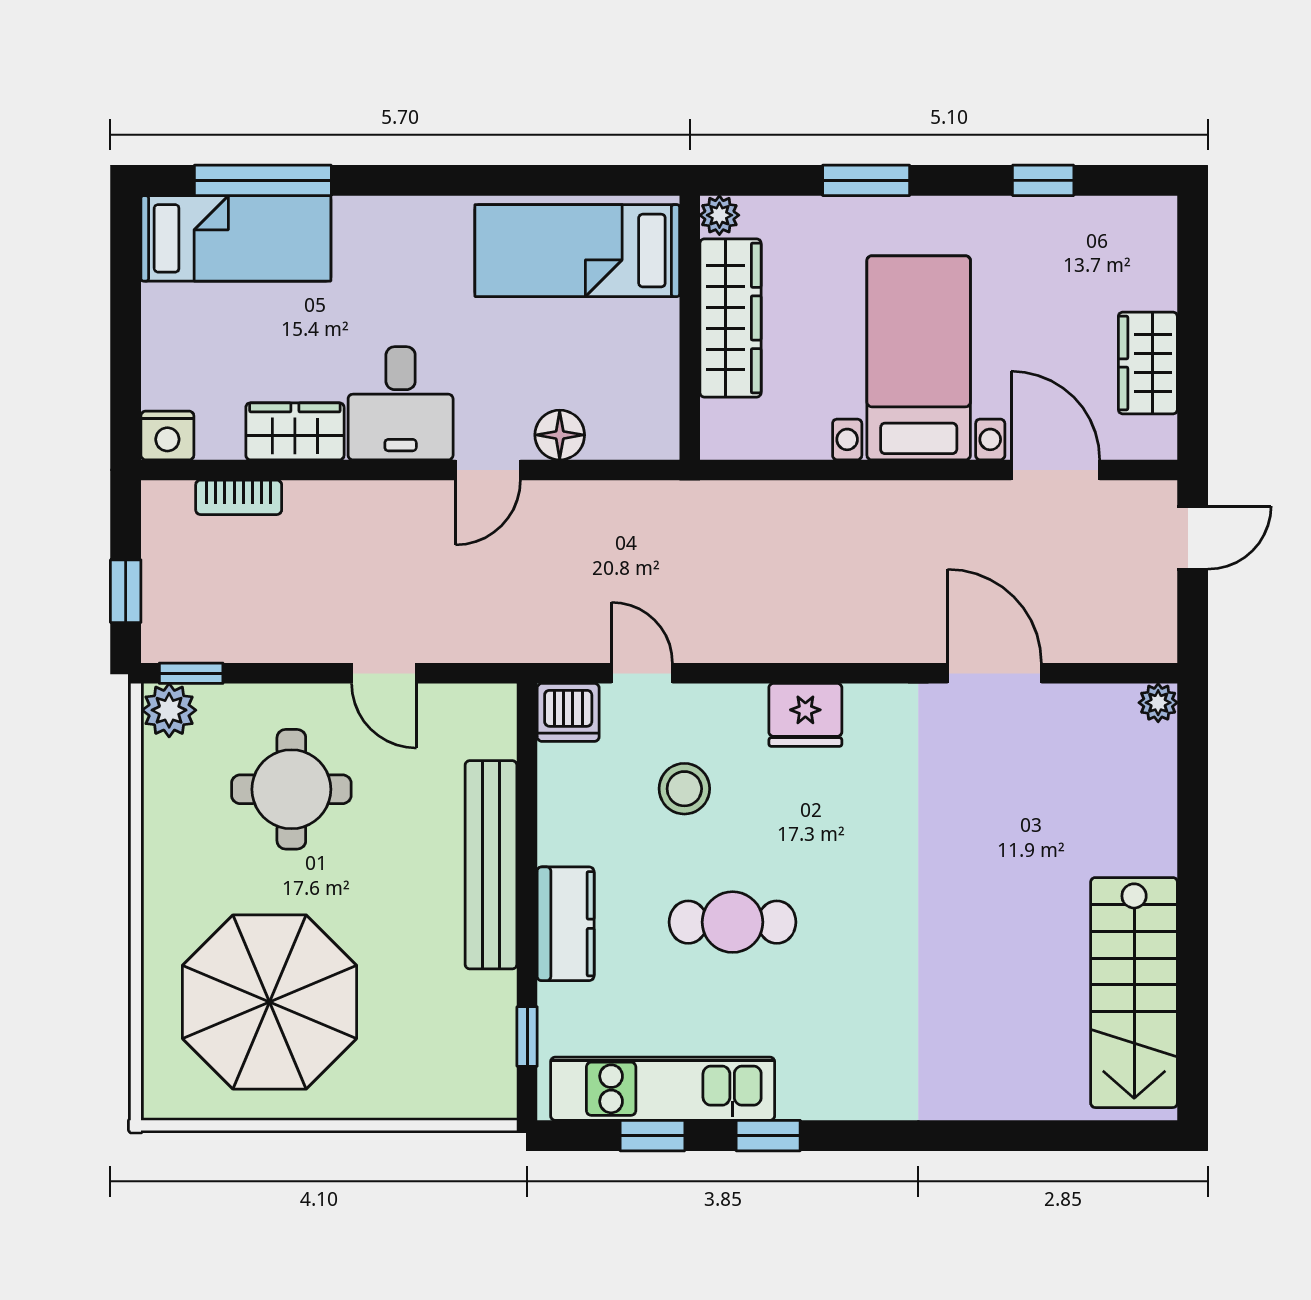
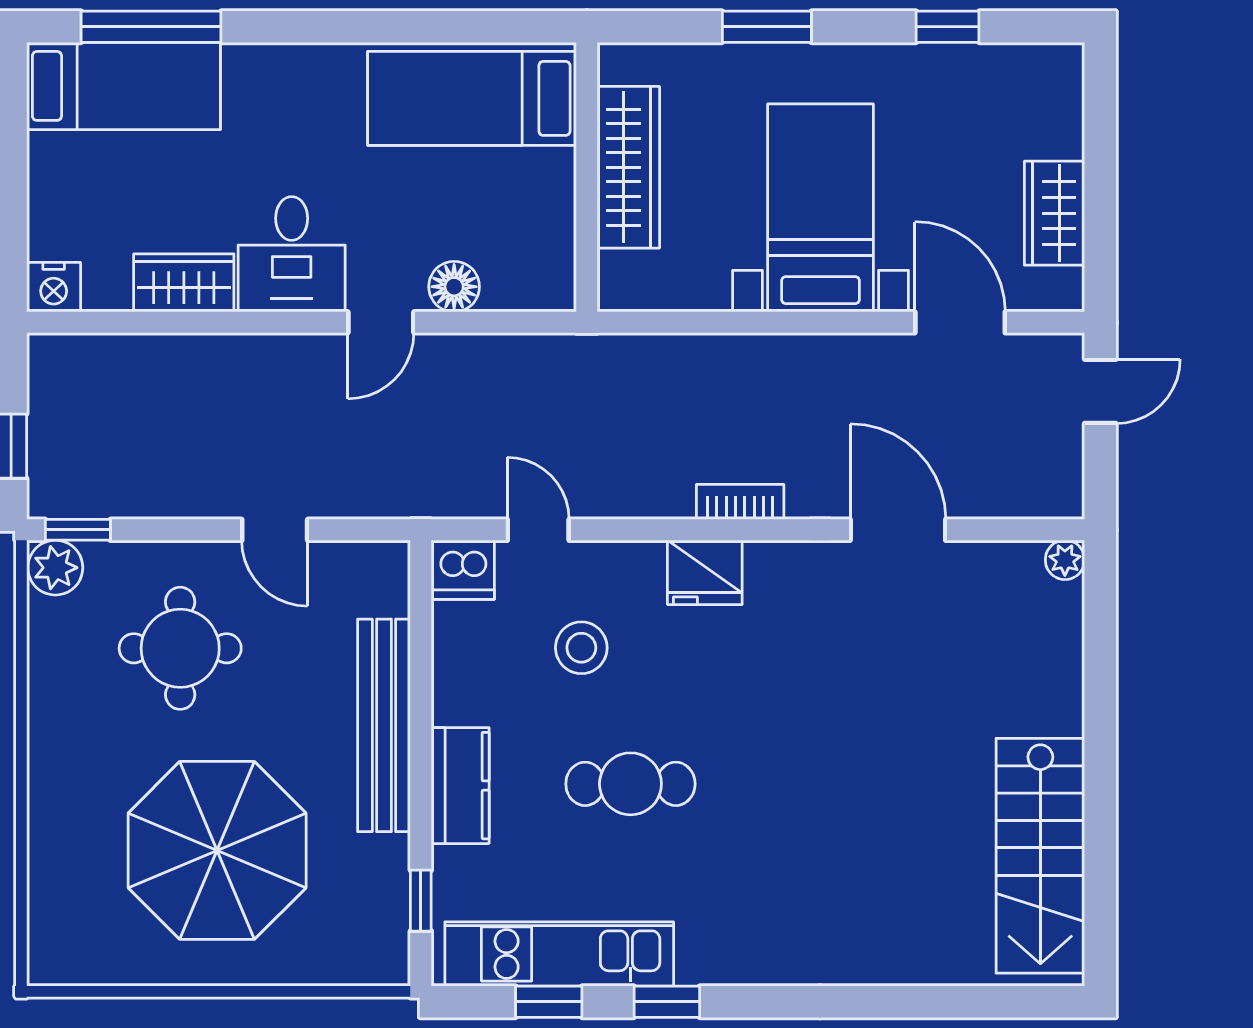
plant: (719, 215) -> (617, 62), removed
bookcase: (239, 497) -> (740, 502), moved, turned 180
parasol: (270, 1002) -> (217, 850), moved

